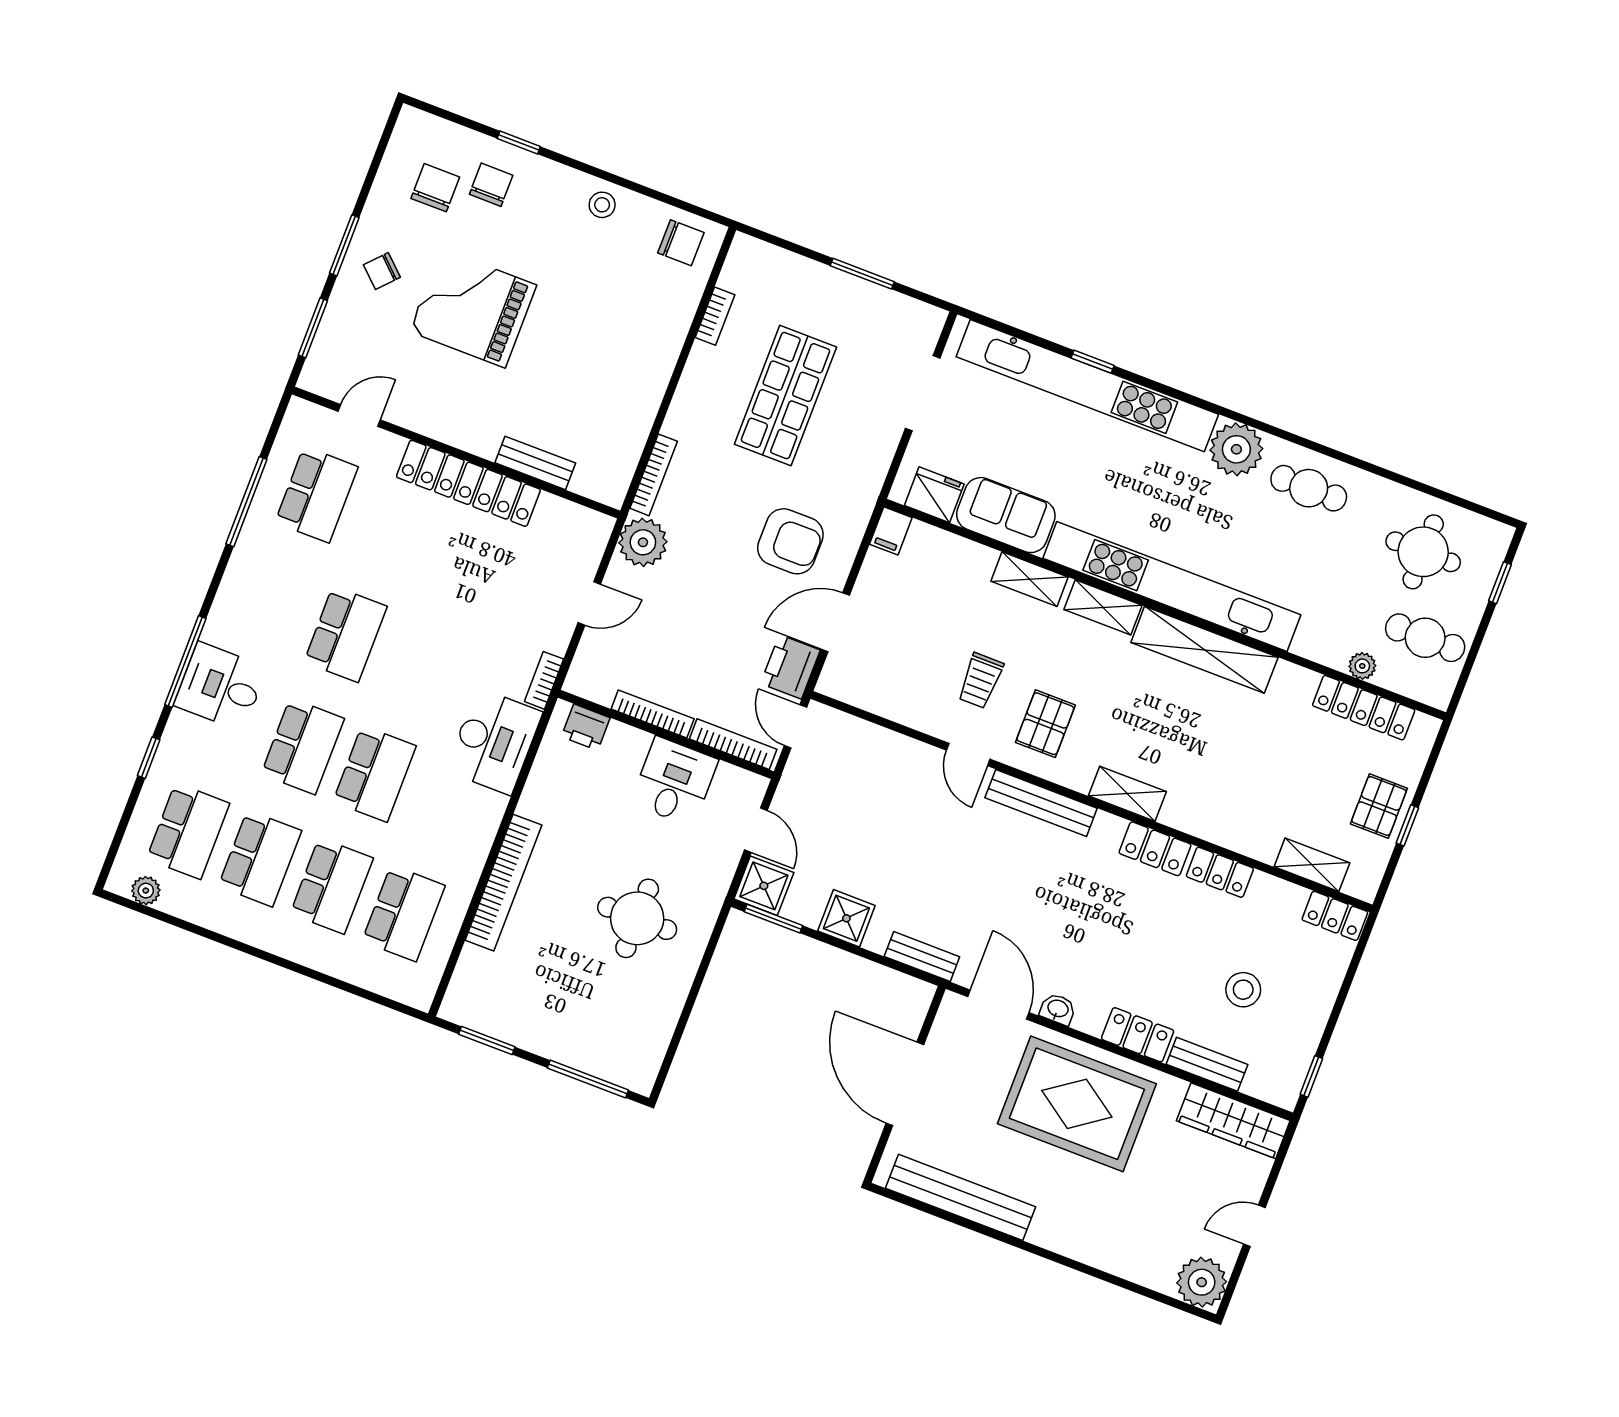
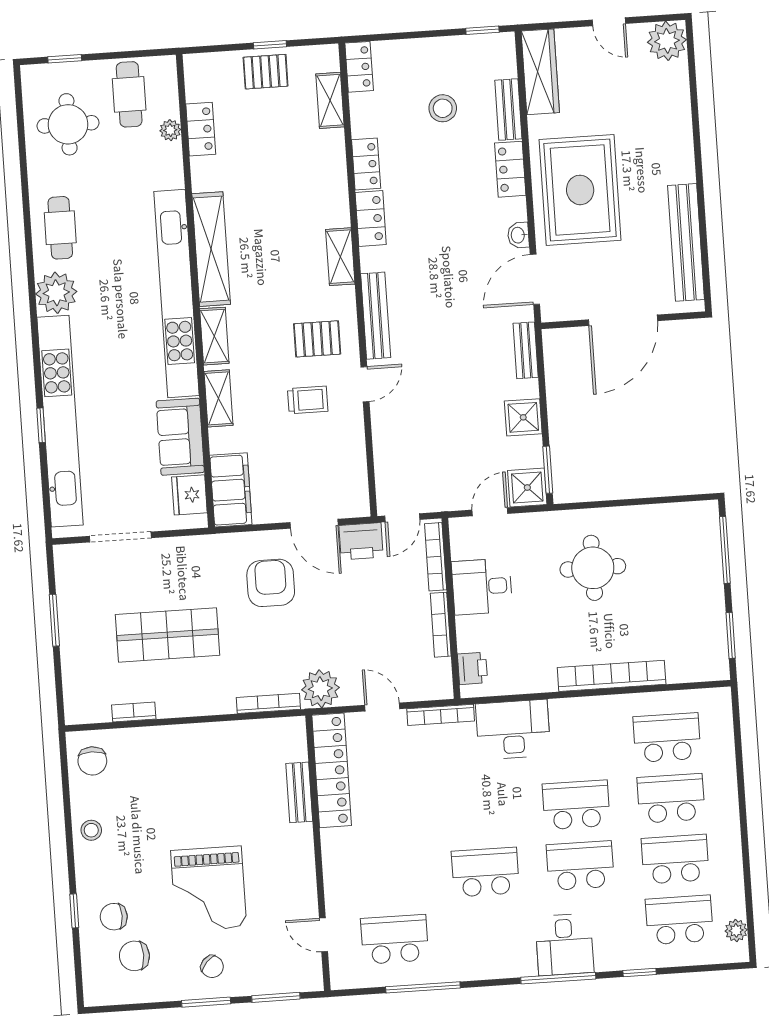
chair: (681, 243) -> (92, 761), turned 180
locker: (468, 483) -> (332, 770), moved
filing cabinet: (891, 531) -> (231, 490), width x3.00, depth x1.17
bookcase: (544, 680) -> (441, 715), width x1.56
locker: (1364, 708) -> (201, 129), width x0.66

